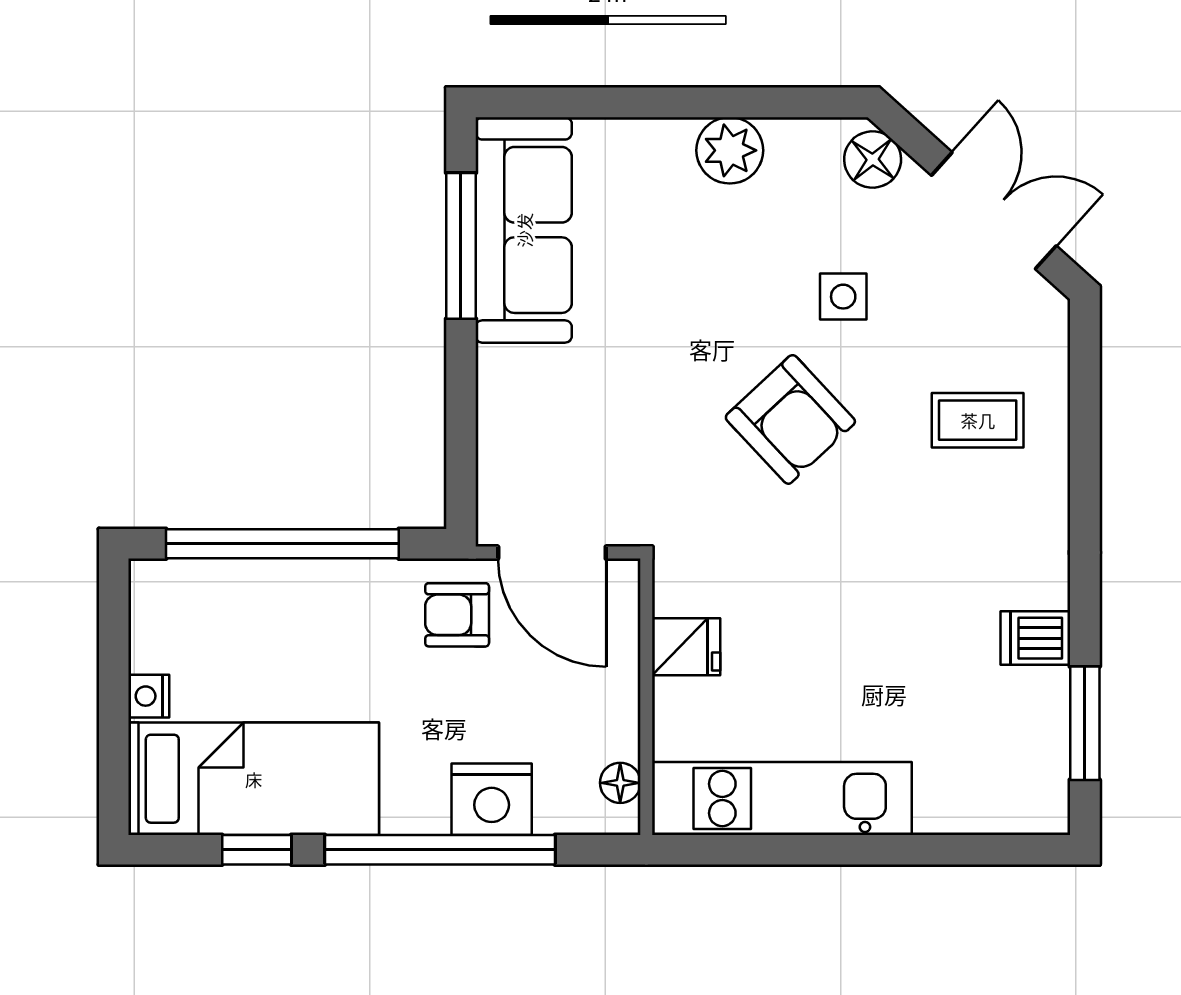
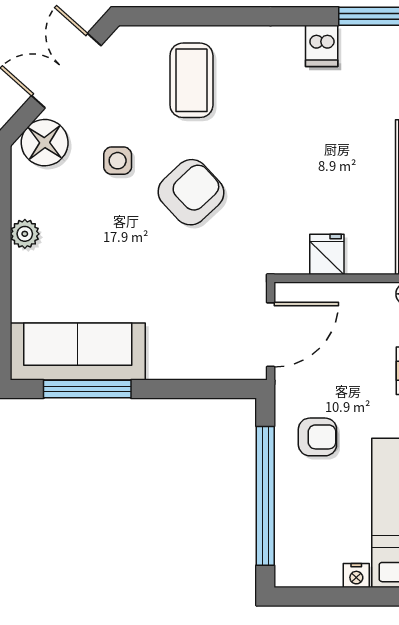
plant: (730, 150) -> (25, 234), width x0.73, depth x0.73
floor lamp: (873, 159) -> (45, 143), width x1.38, depth x1.38
coffee table: (978, 420) -> (191, 80), width x1.36, depth x1.30
armchair: (457, 615) -> (317, 437), moved, turned -90

